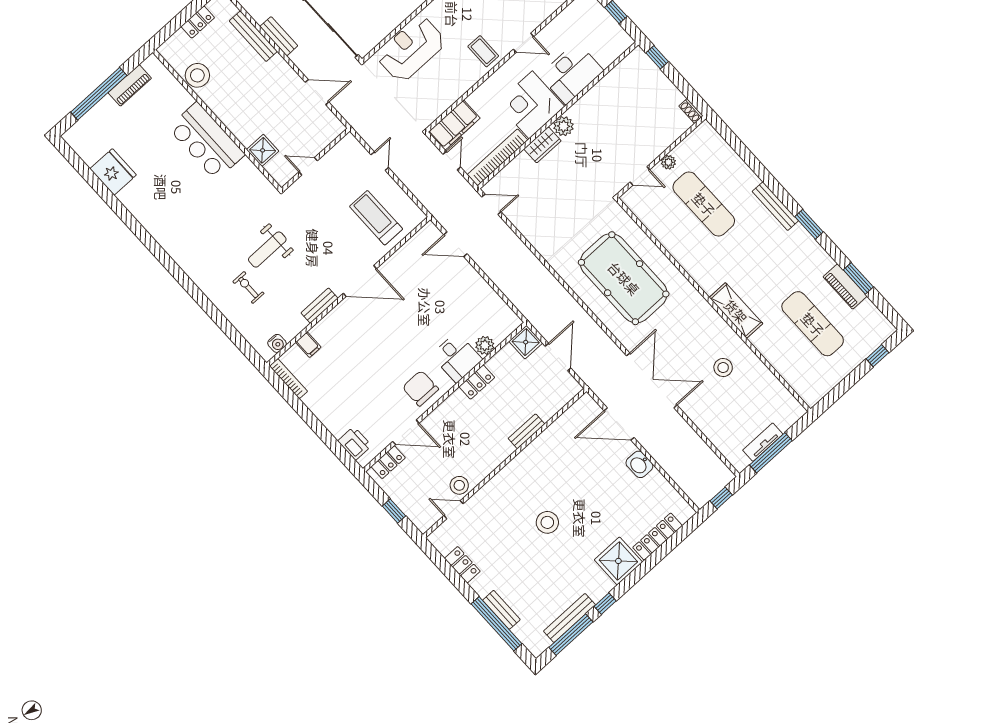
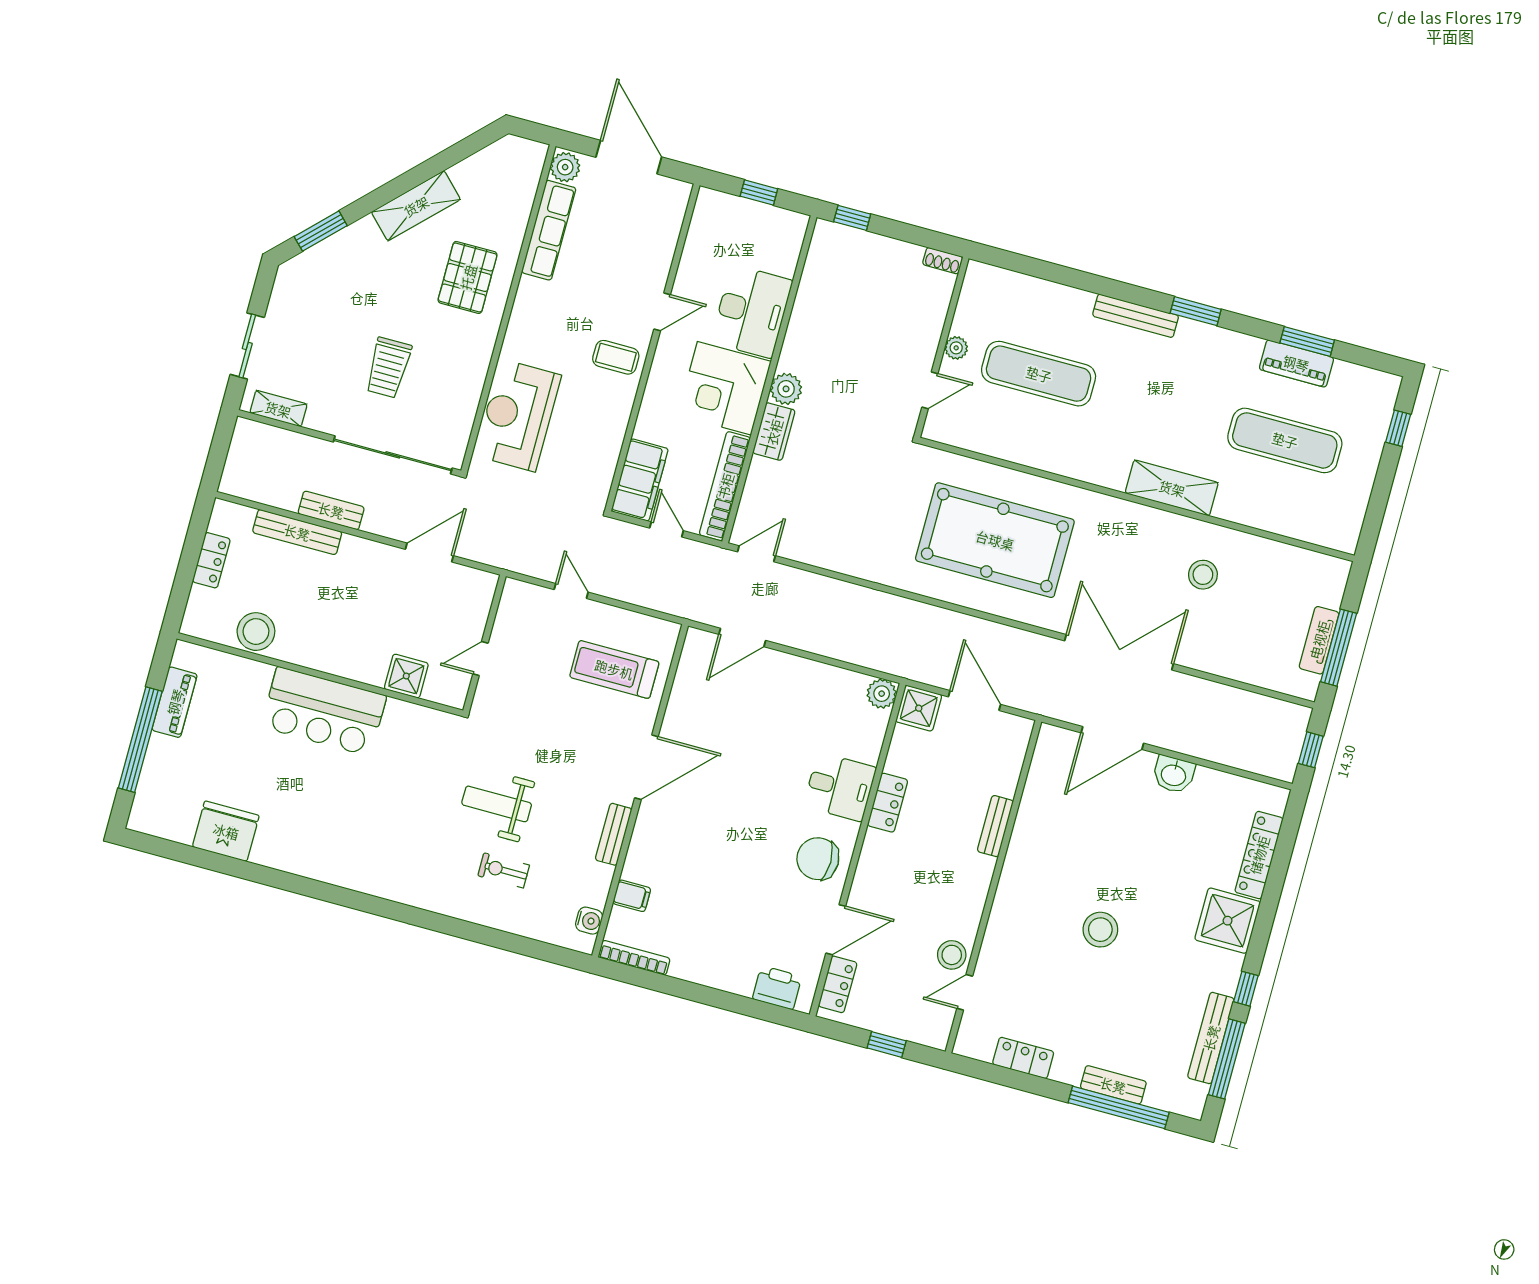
weight bench: (267, 250) -> (497, 804), turned 90
plant: (485, 345) -> (882, 694), moved

